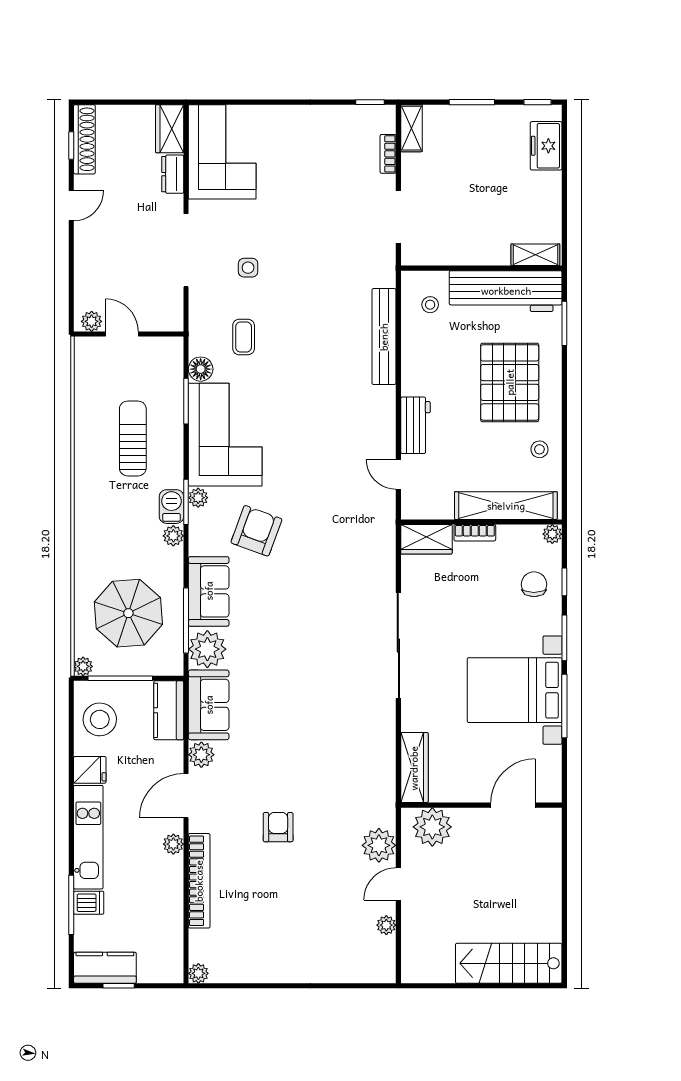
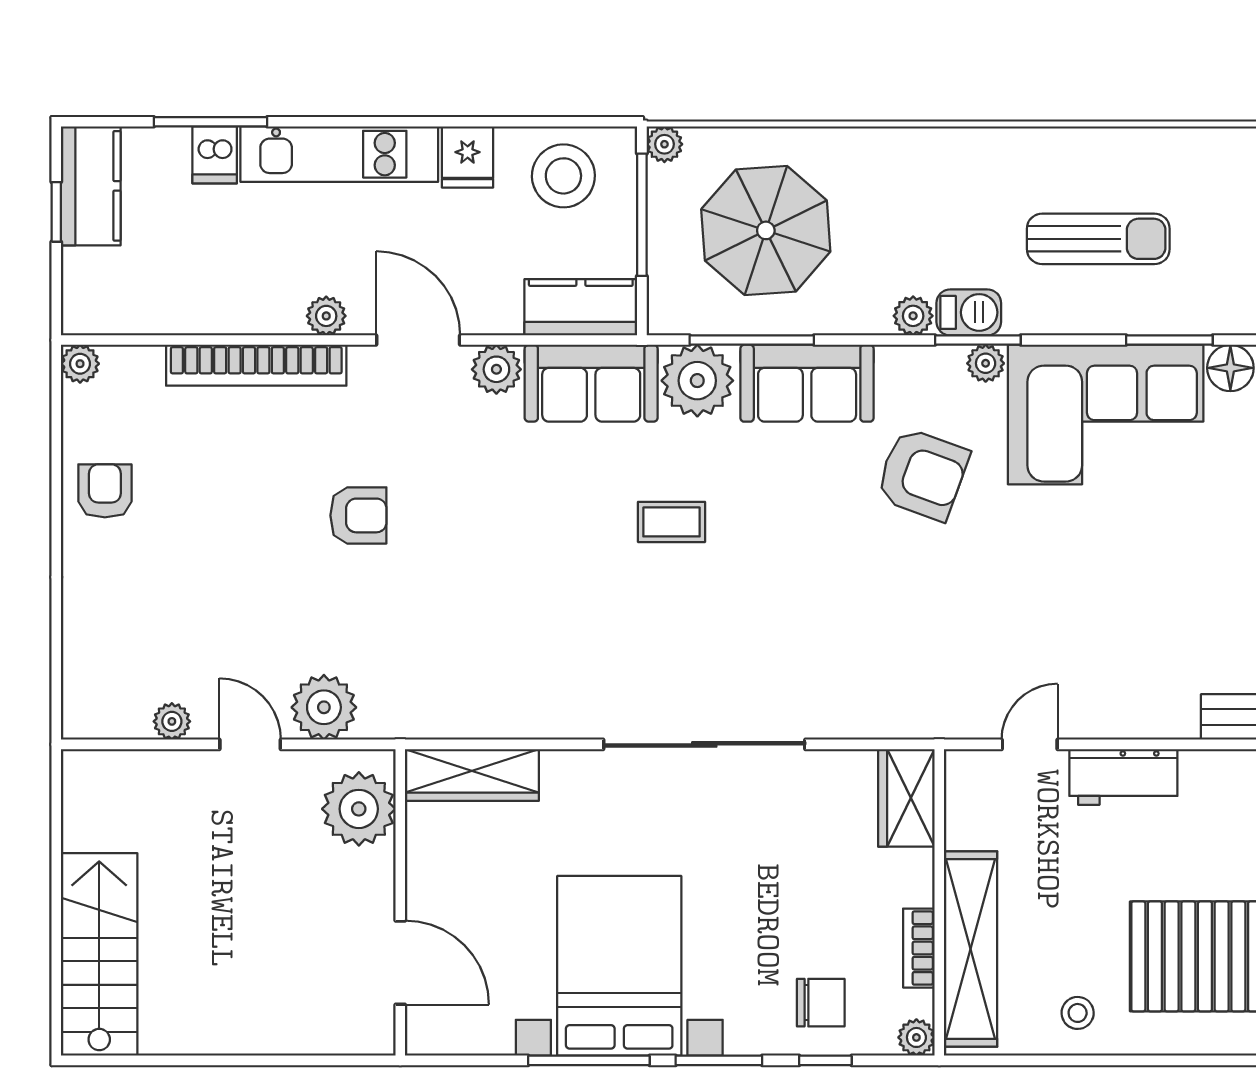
bookcase: (475, 533) -> (919, 948), moved
coffee table: (282, 663) -> (671, 522), added
armchair: (265, 960) -> (105, 491), added

